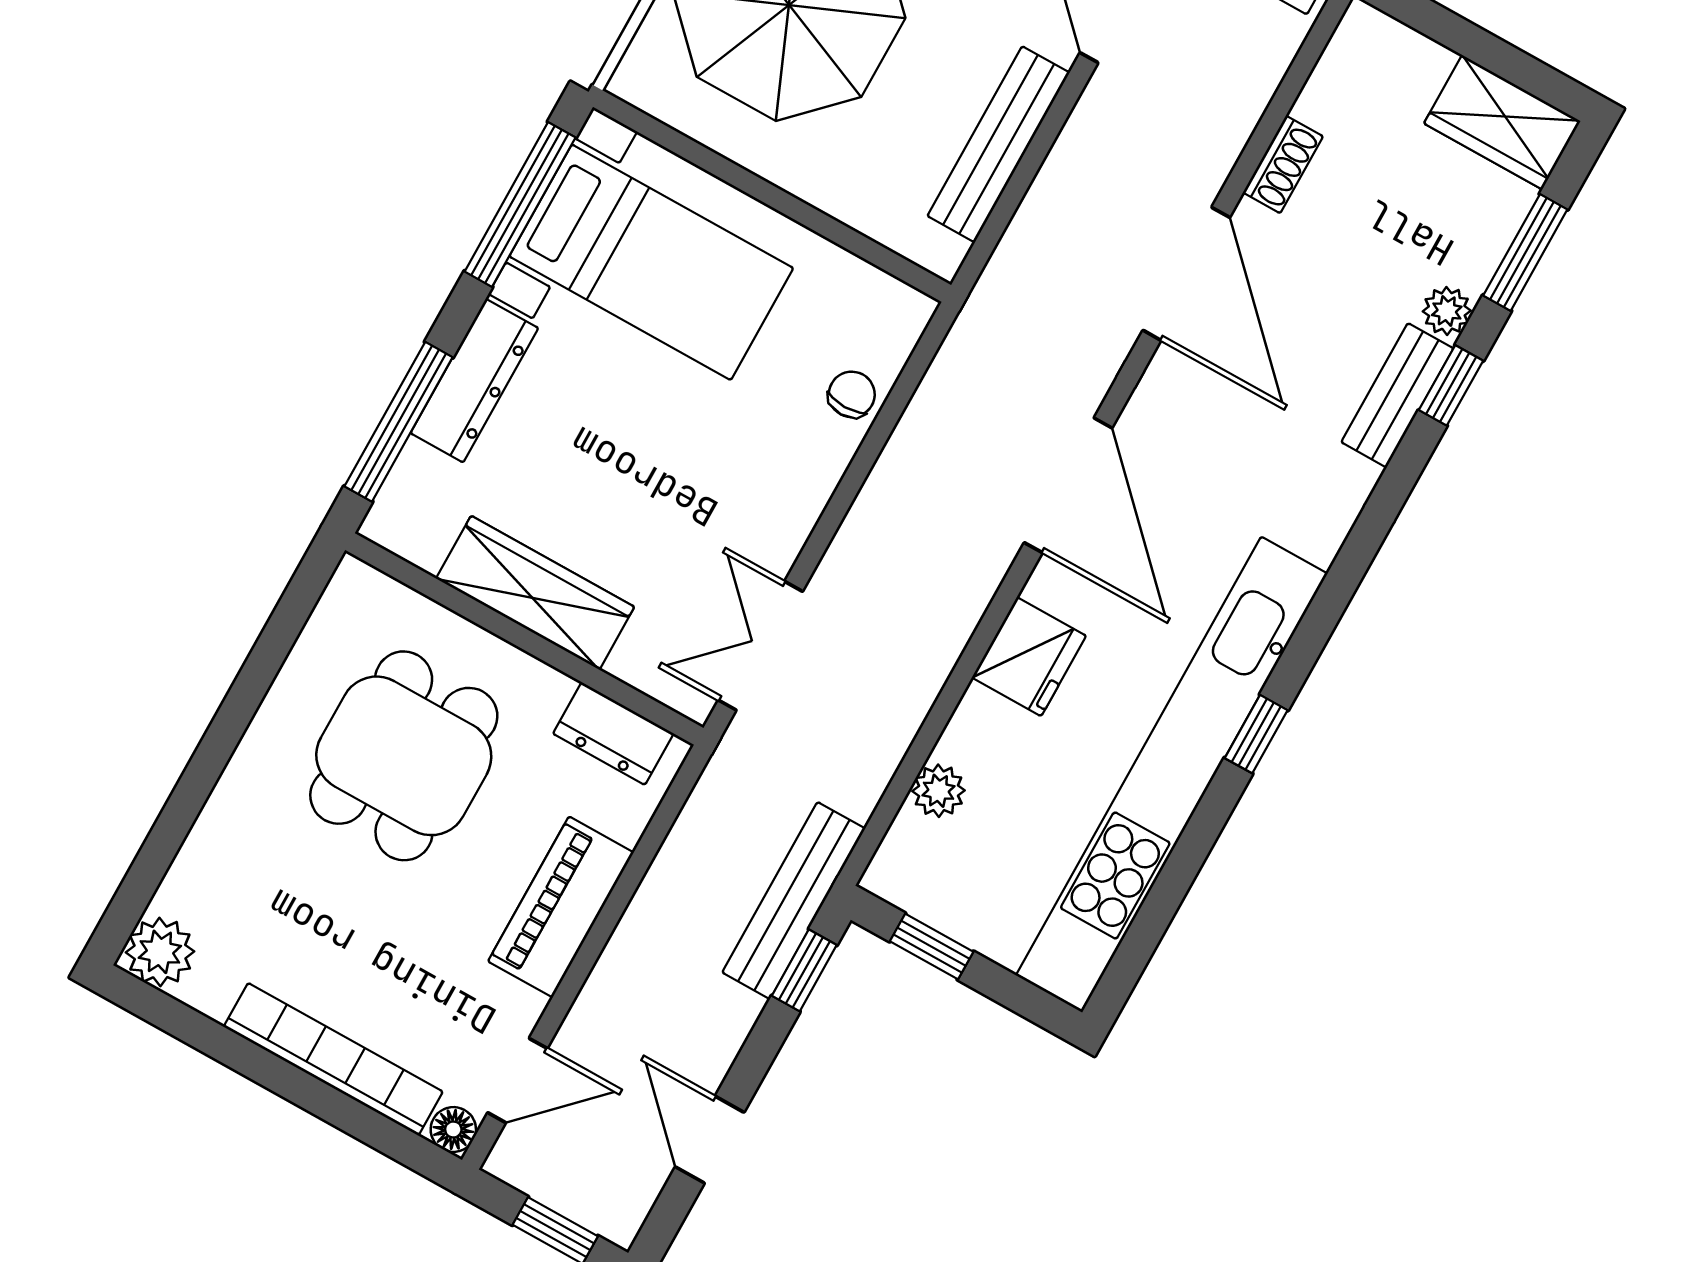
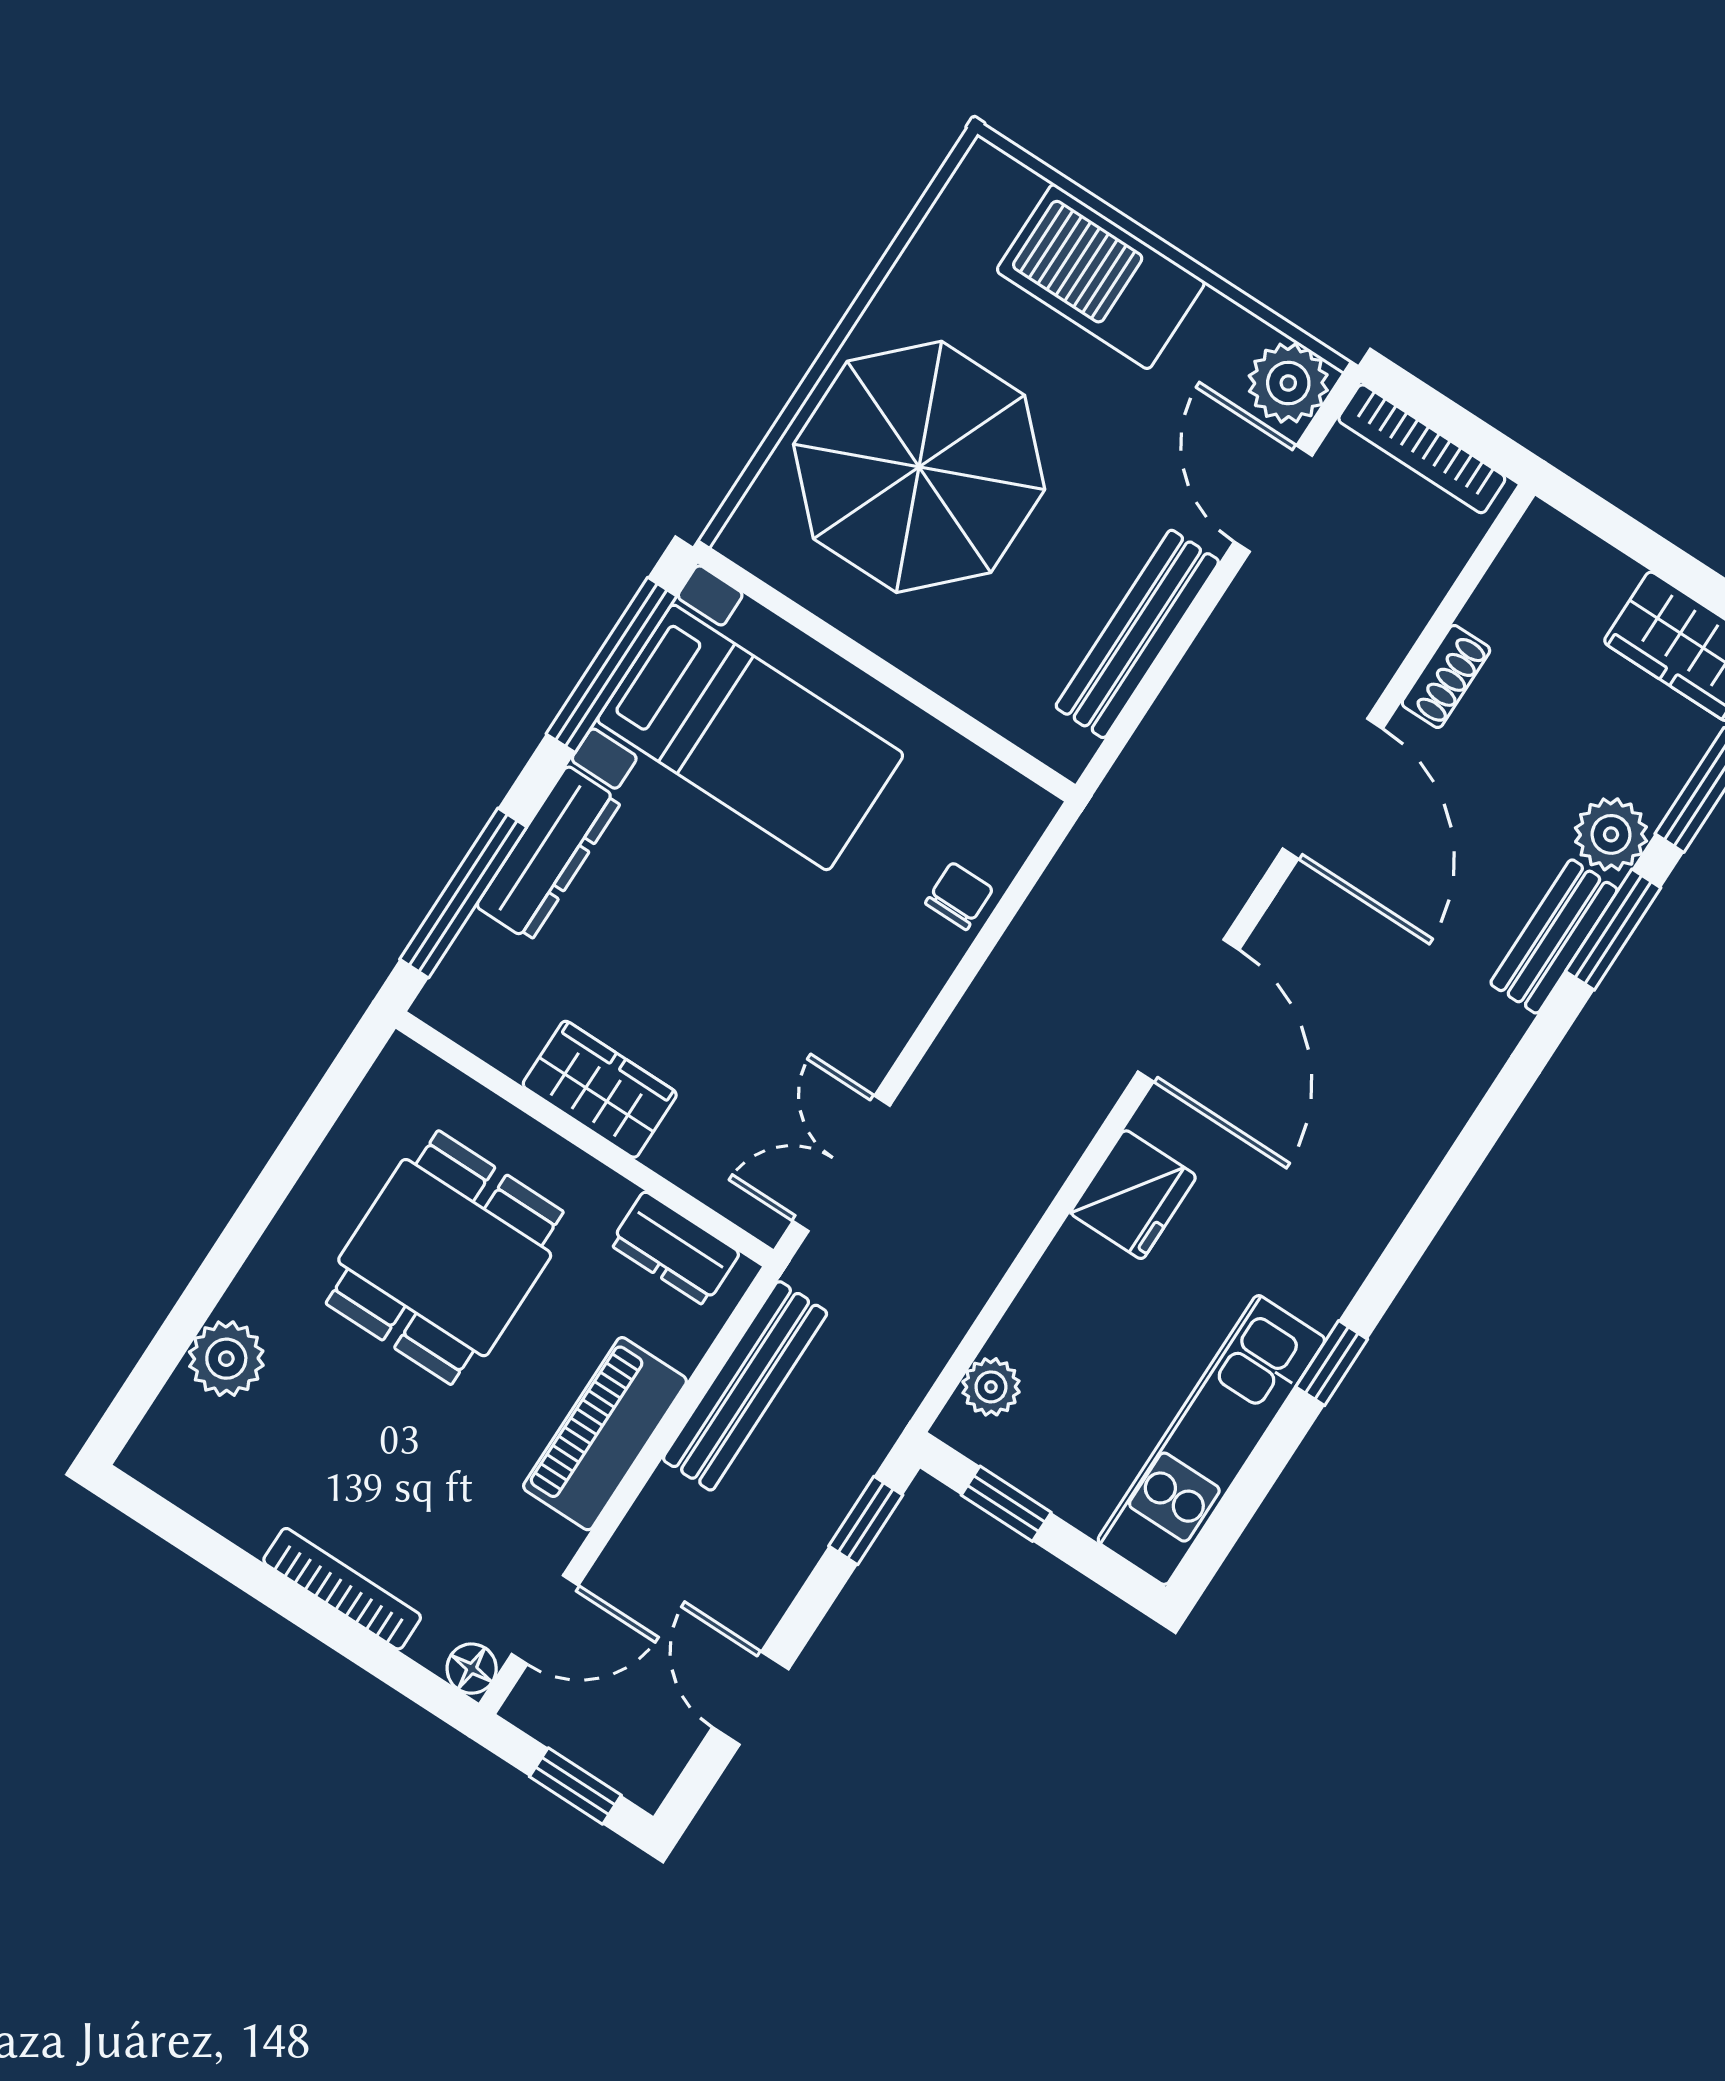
plant: (1447, 311) -> (1611, 834), width x1.38, depth x1.38
window: (1451, 385) -> (1613, 930), width x1.50
wardrobe: (535, 593) -> (600, 1089), width x0.67
window: (1256, 734) -> (1332, 1363), moved
kitchen unit: (1172, 774) -> (1211, 1440), width x0.54
plant: (939, 791) -> (991, 1387), moved
bench: (794, 901) -> (745, 1386), moved
plant: (160, 952) -> (226, 1359), moved
bookcase: (333, 1059) -> (342, 1589), width x0.68, depth x0.76

